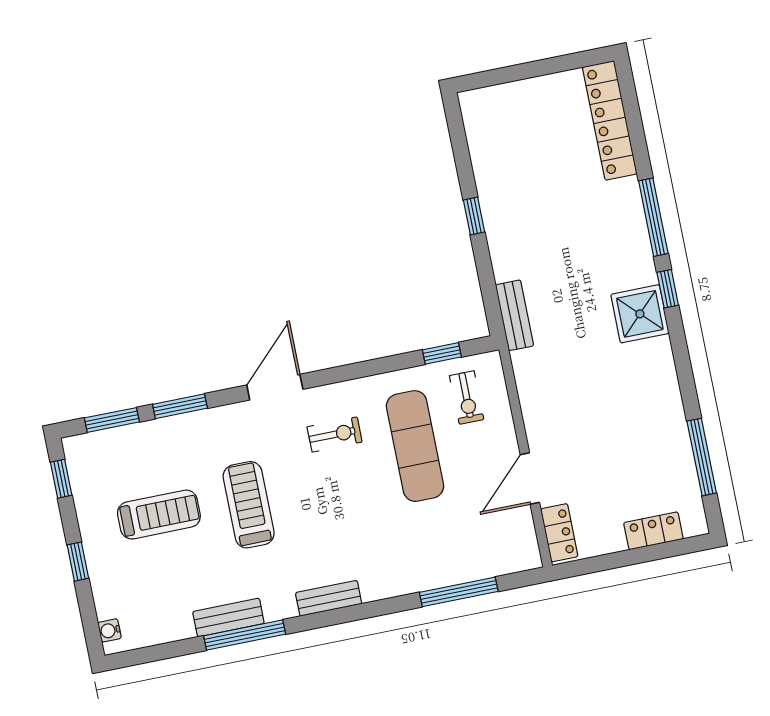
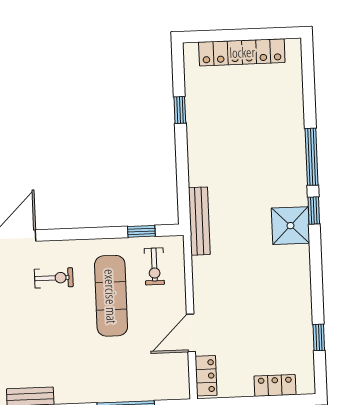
locker: (610, 120) -> (242, 52), moved, turned -90
window: (474, 216) -> (180, 110), moved
bench: (515, 315) -> (199, 221), width x1.36
window: (702, 457) -> (319, 337), width x0.46

